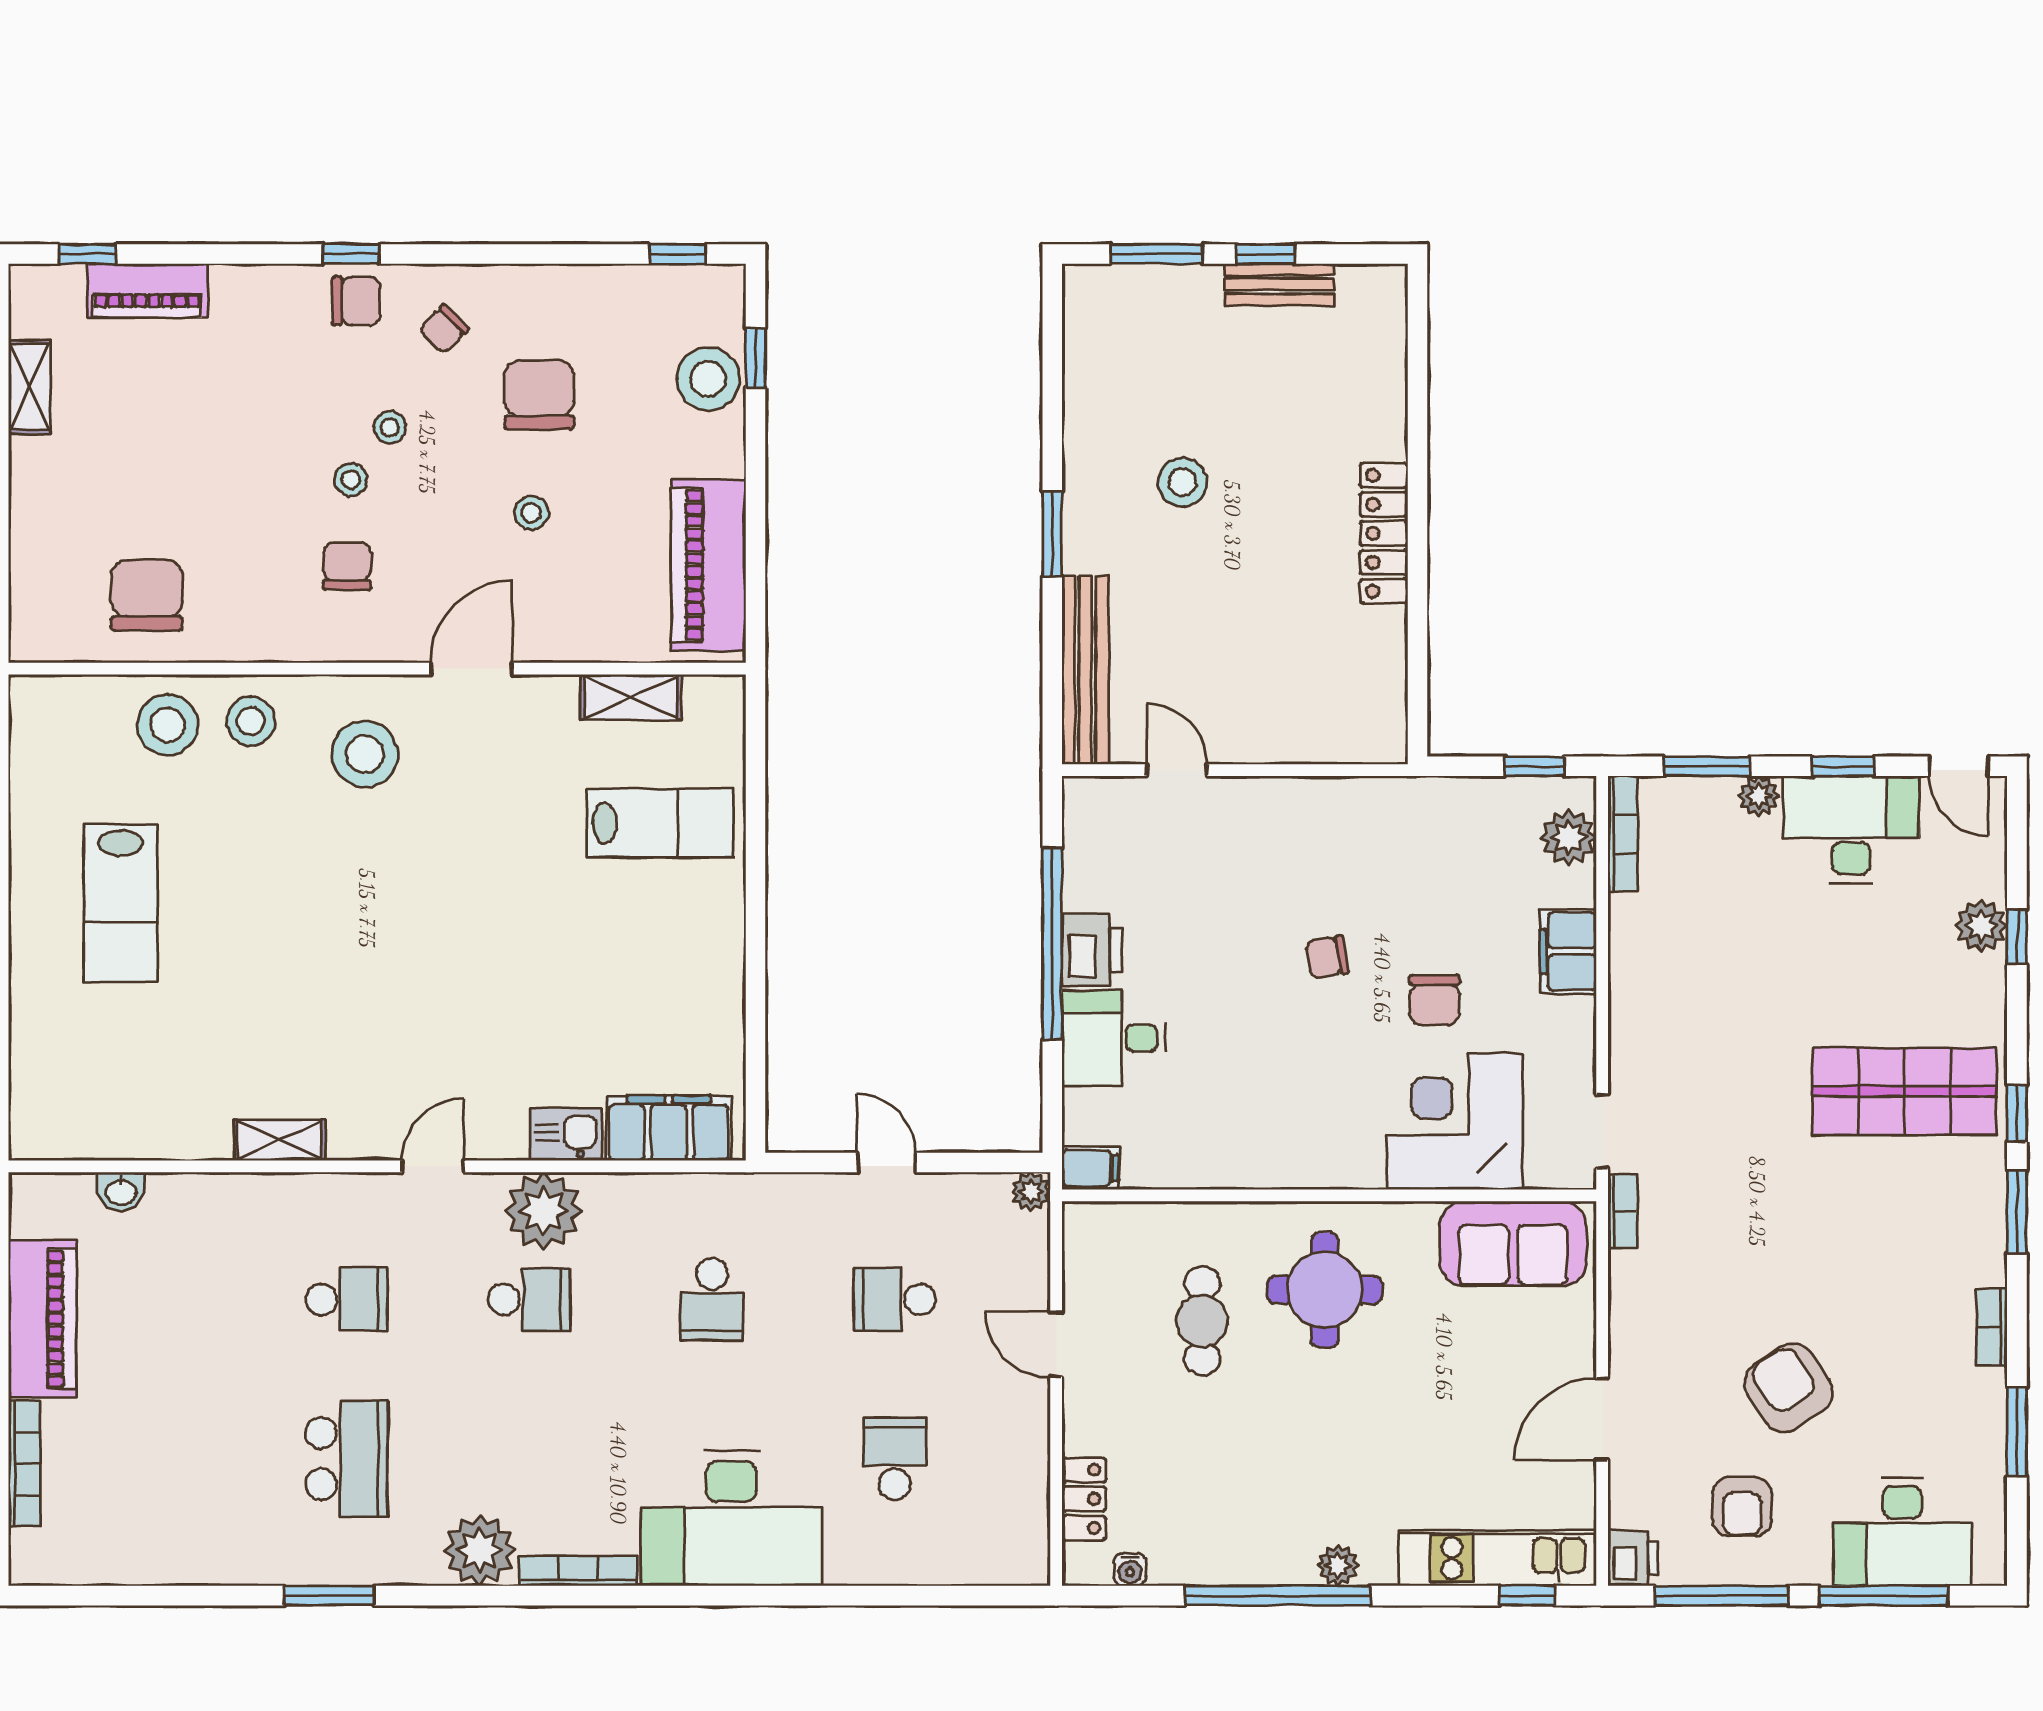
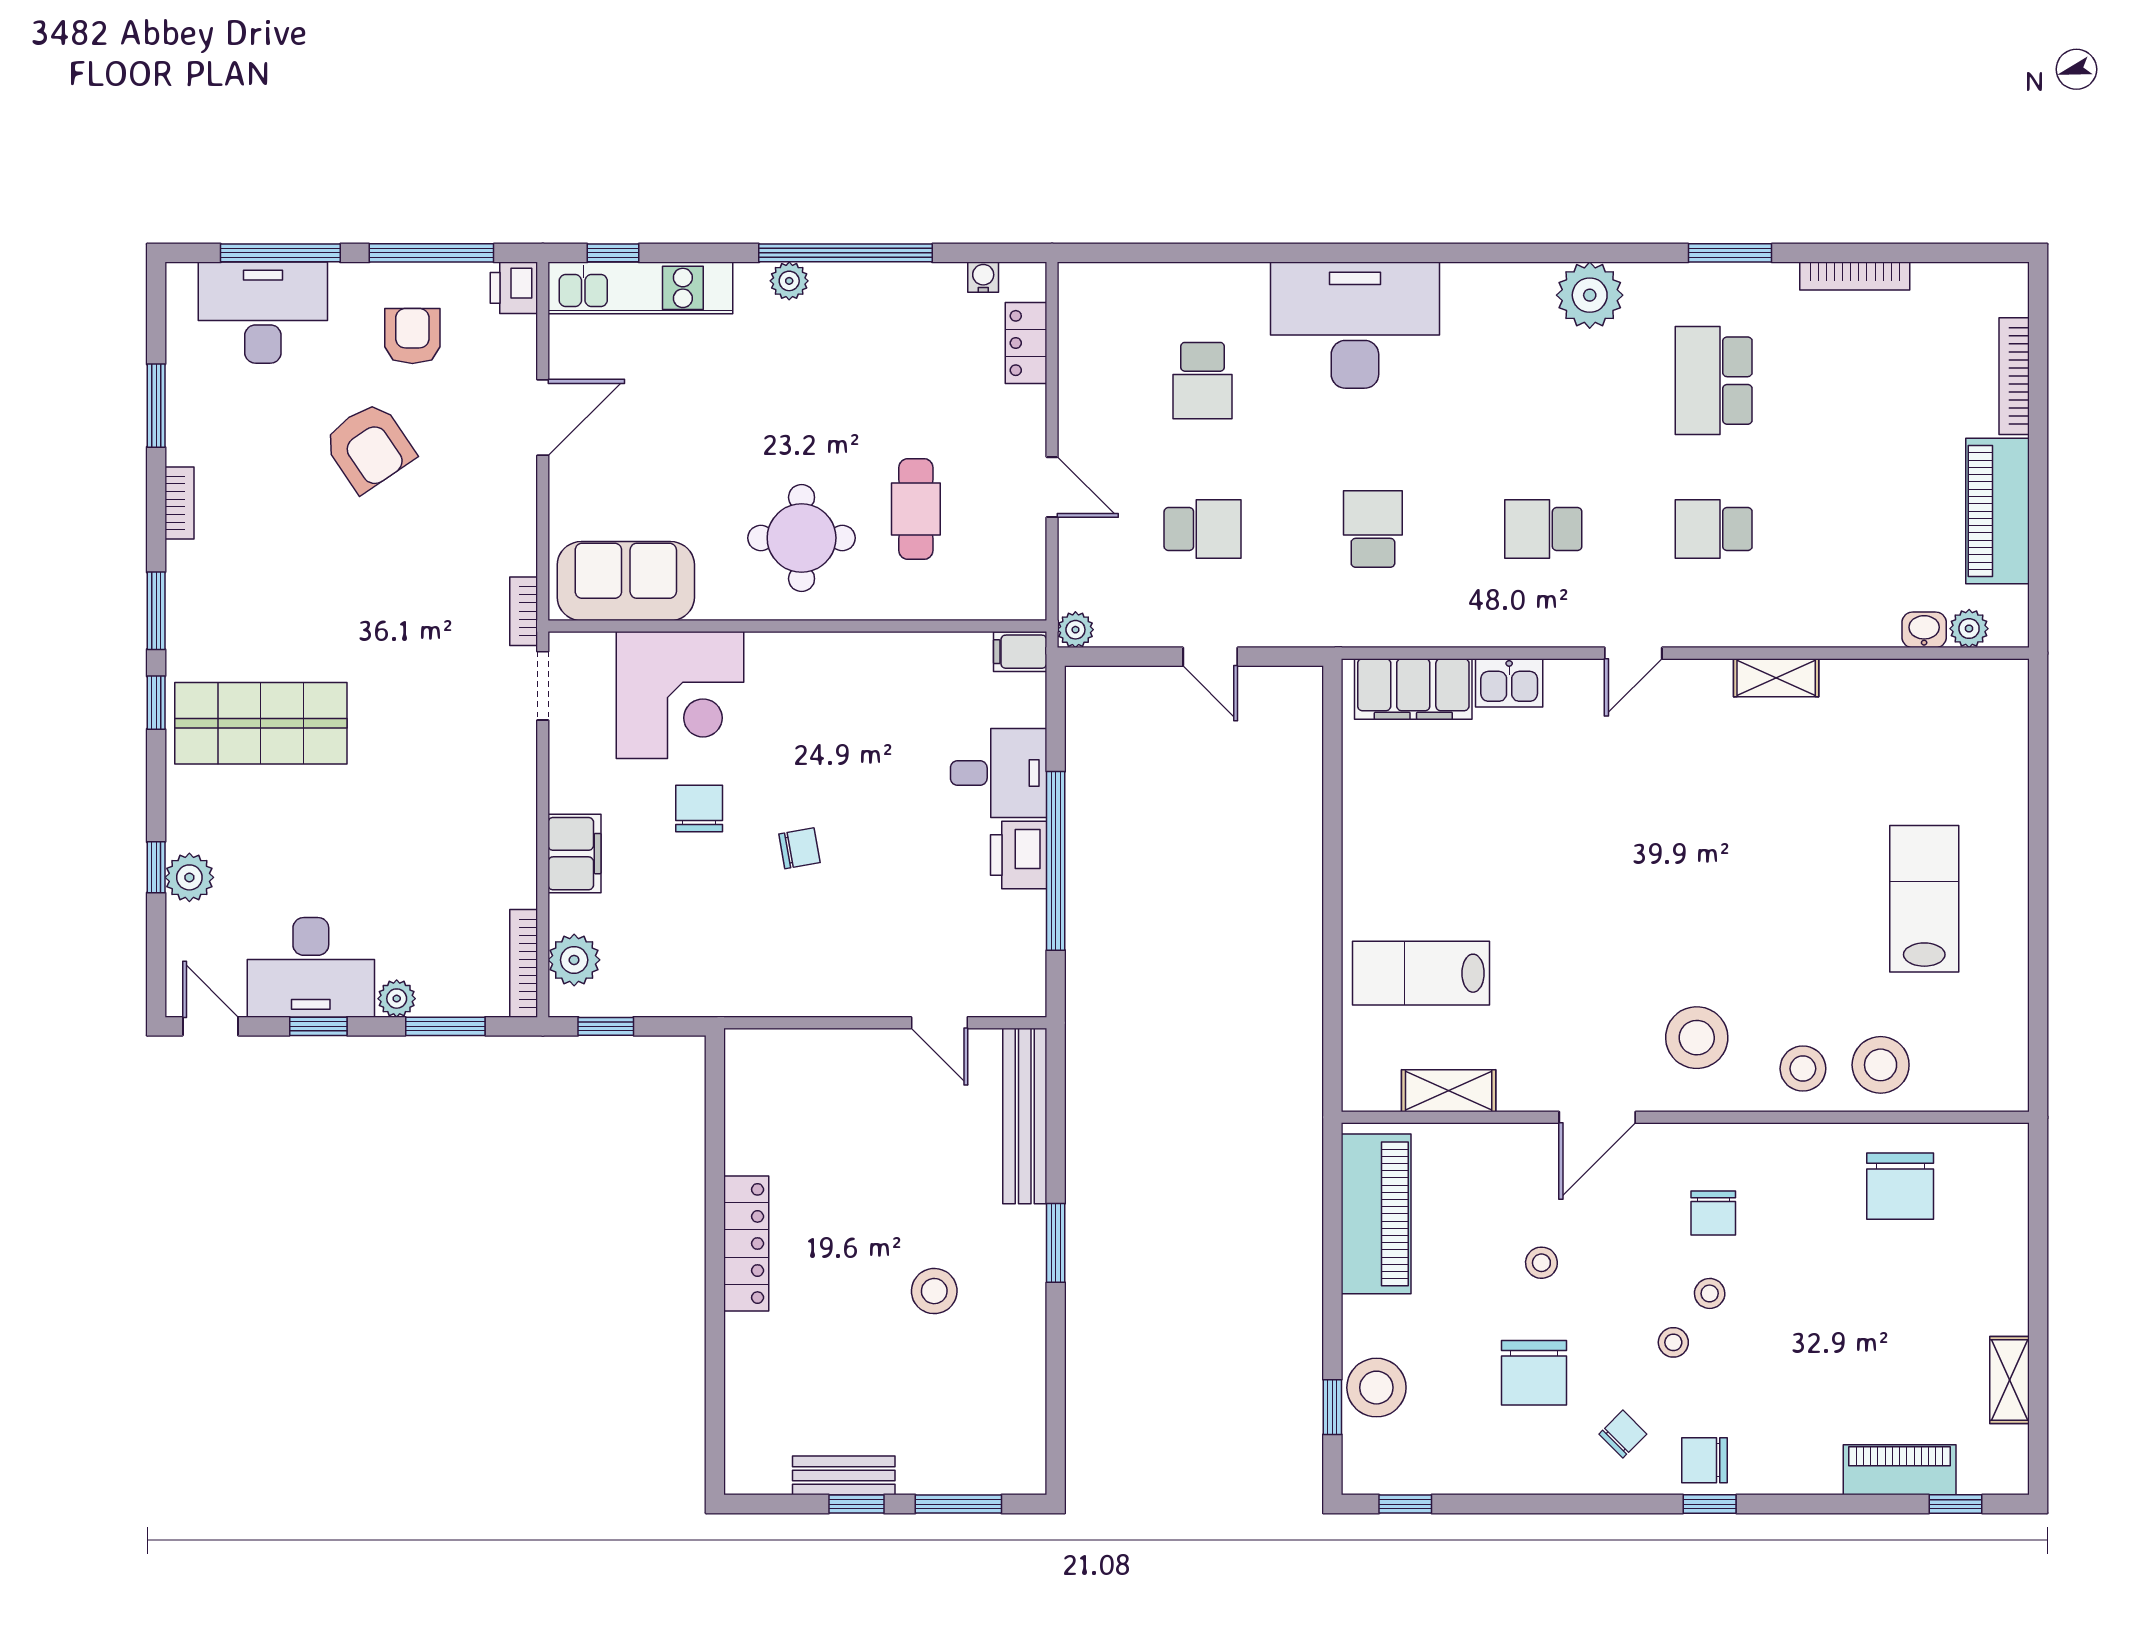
plant: (544, 1211) -> (1969, 629), moved, width x0.53, depth x0.53
bookcase: (578, 1571) -> (1855, 276), moved

